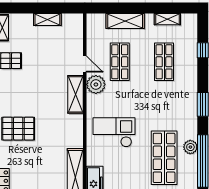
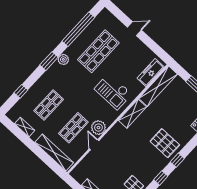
shelving: (125, 21) -> (54, 153), width x1.47
shelving: (76, 94) -> (132, 114), moved
plant: (190, 147) -> (63, 59), moved

